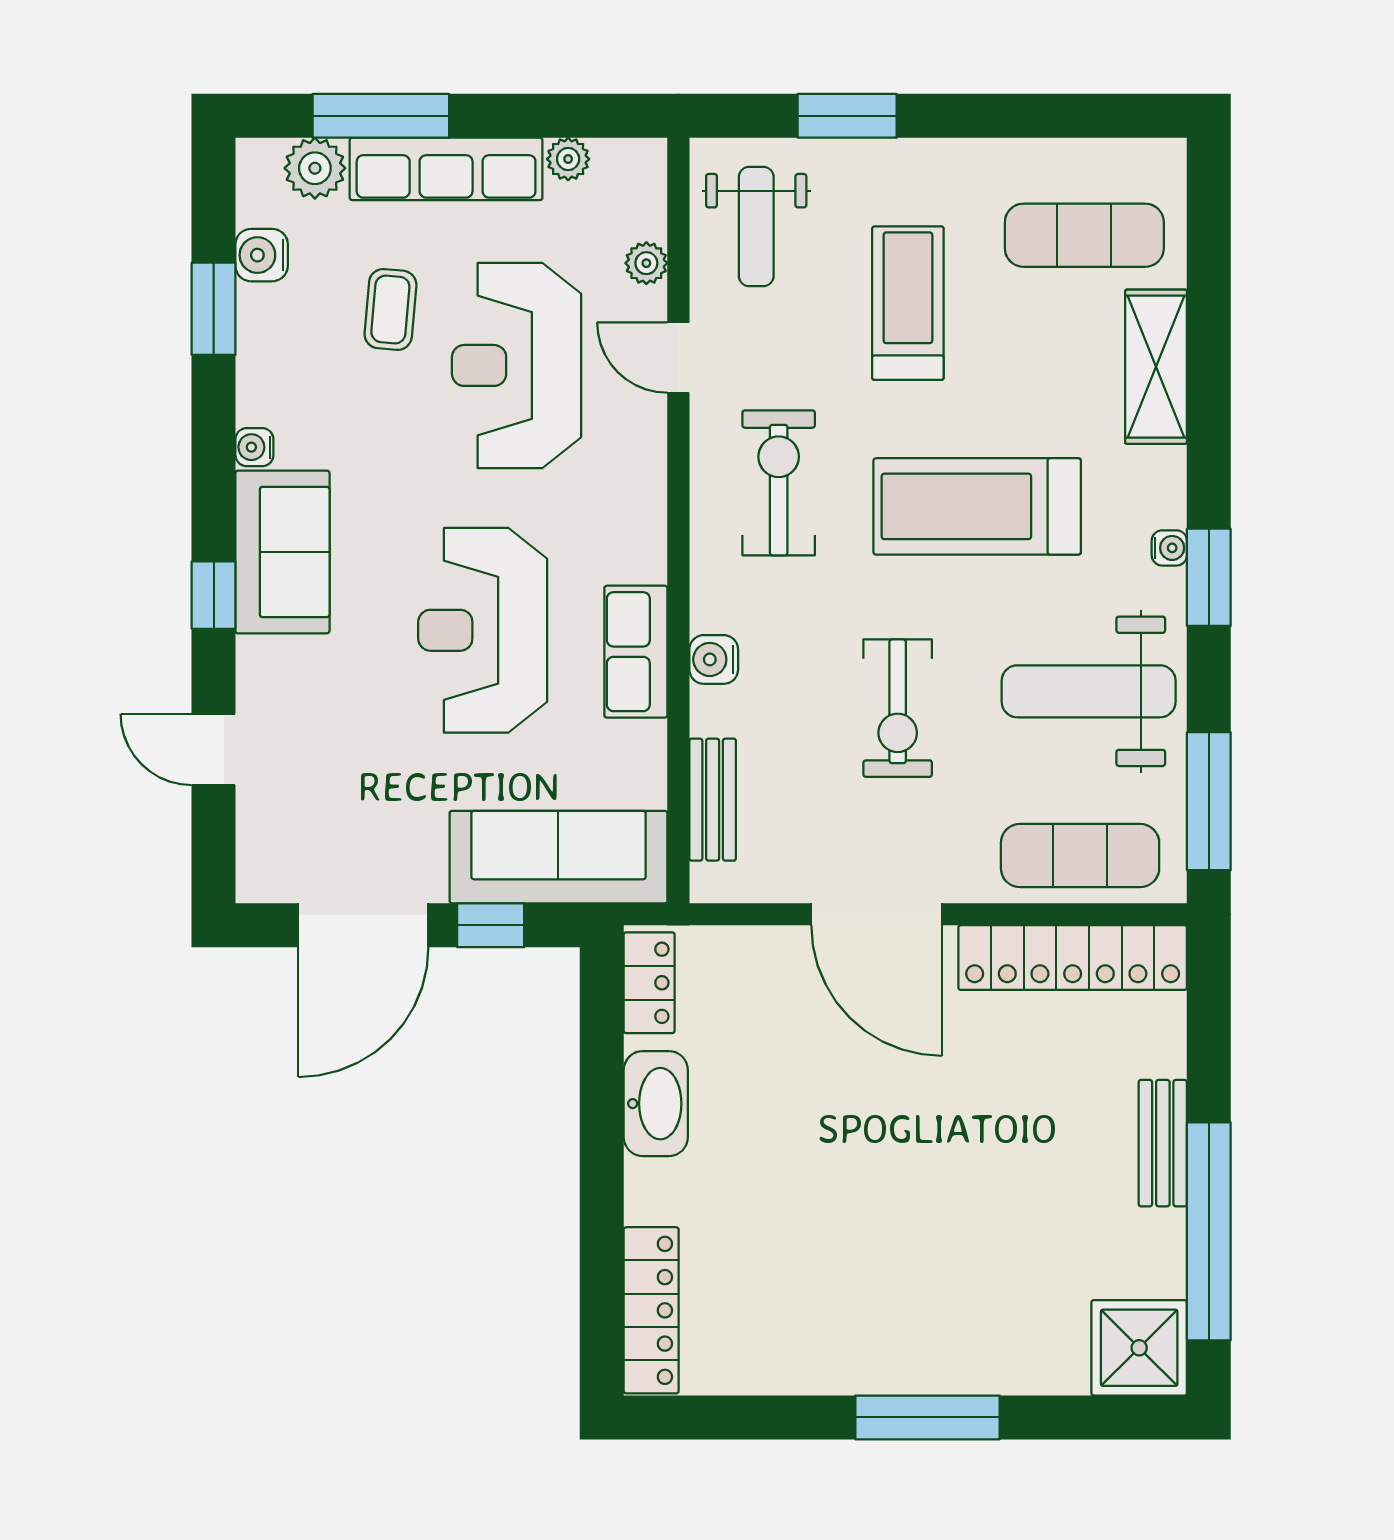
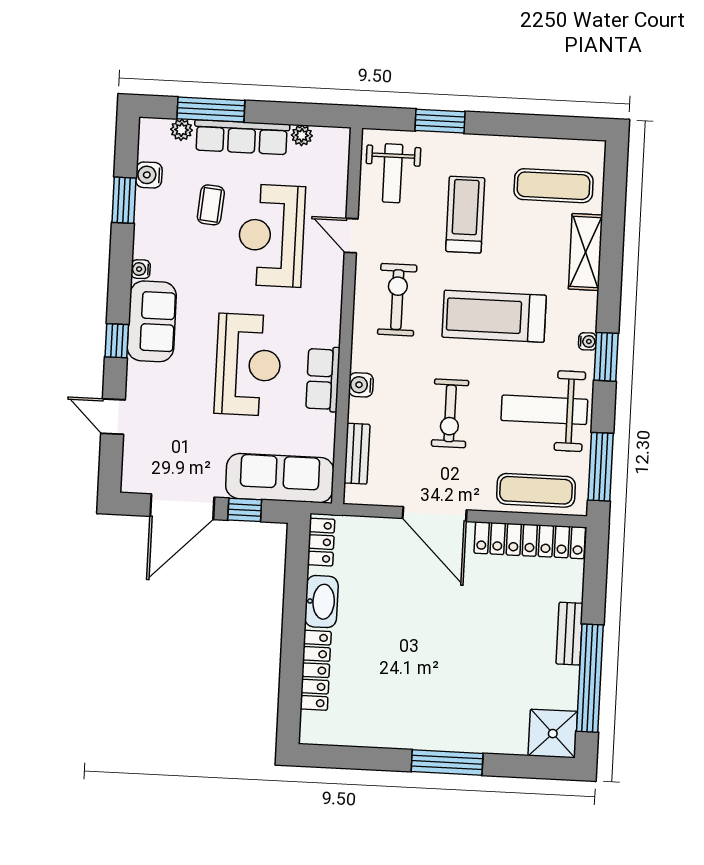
plant: (315, 168) -> (182, 130), width x0.73, depth x0.73
plant: (646, 263) -> (338, 189), removed
reception desk: (483, 630) -> (248, 365), turned 180
locker: (651, 1310) -> (316, 670), moved

